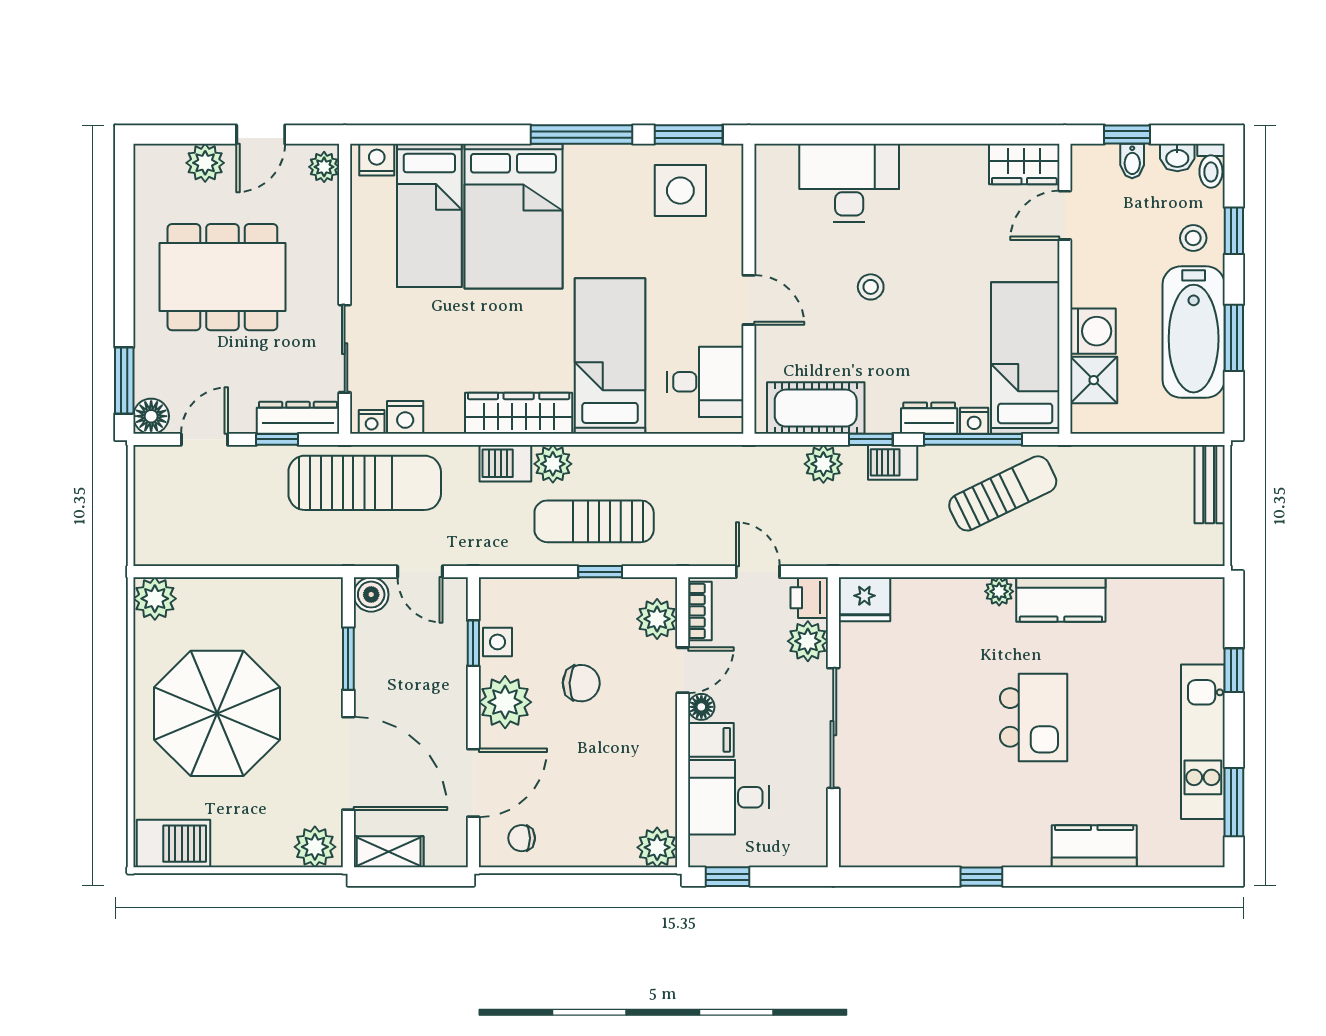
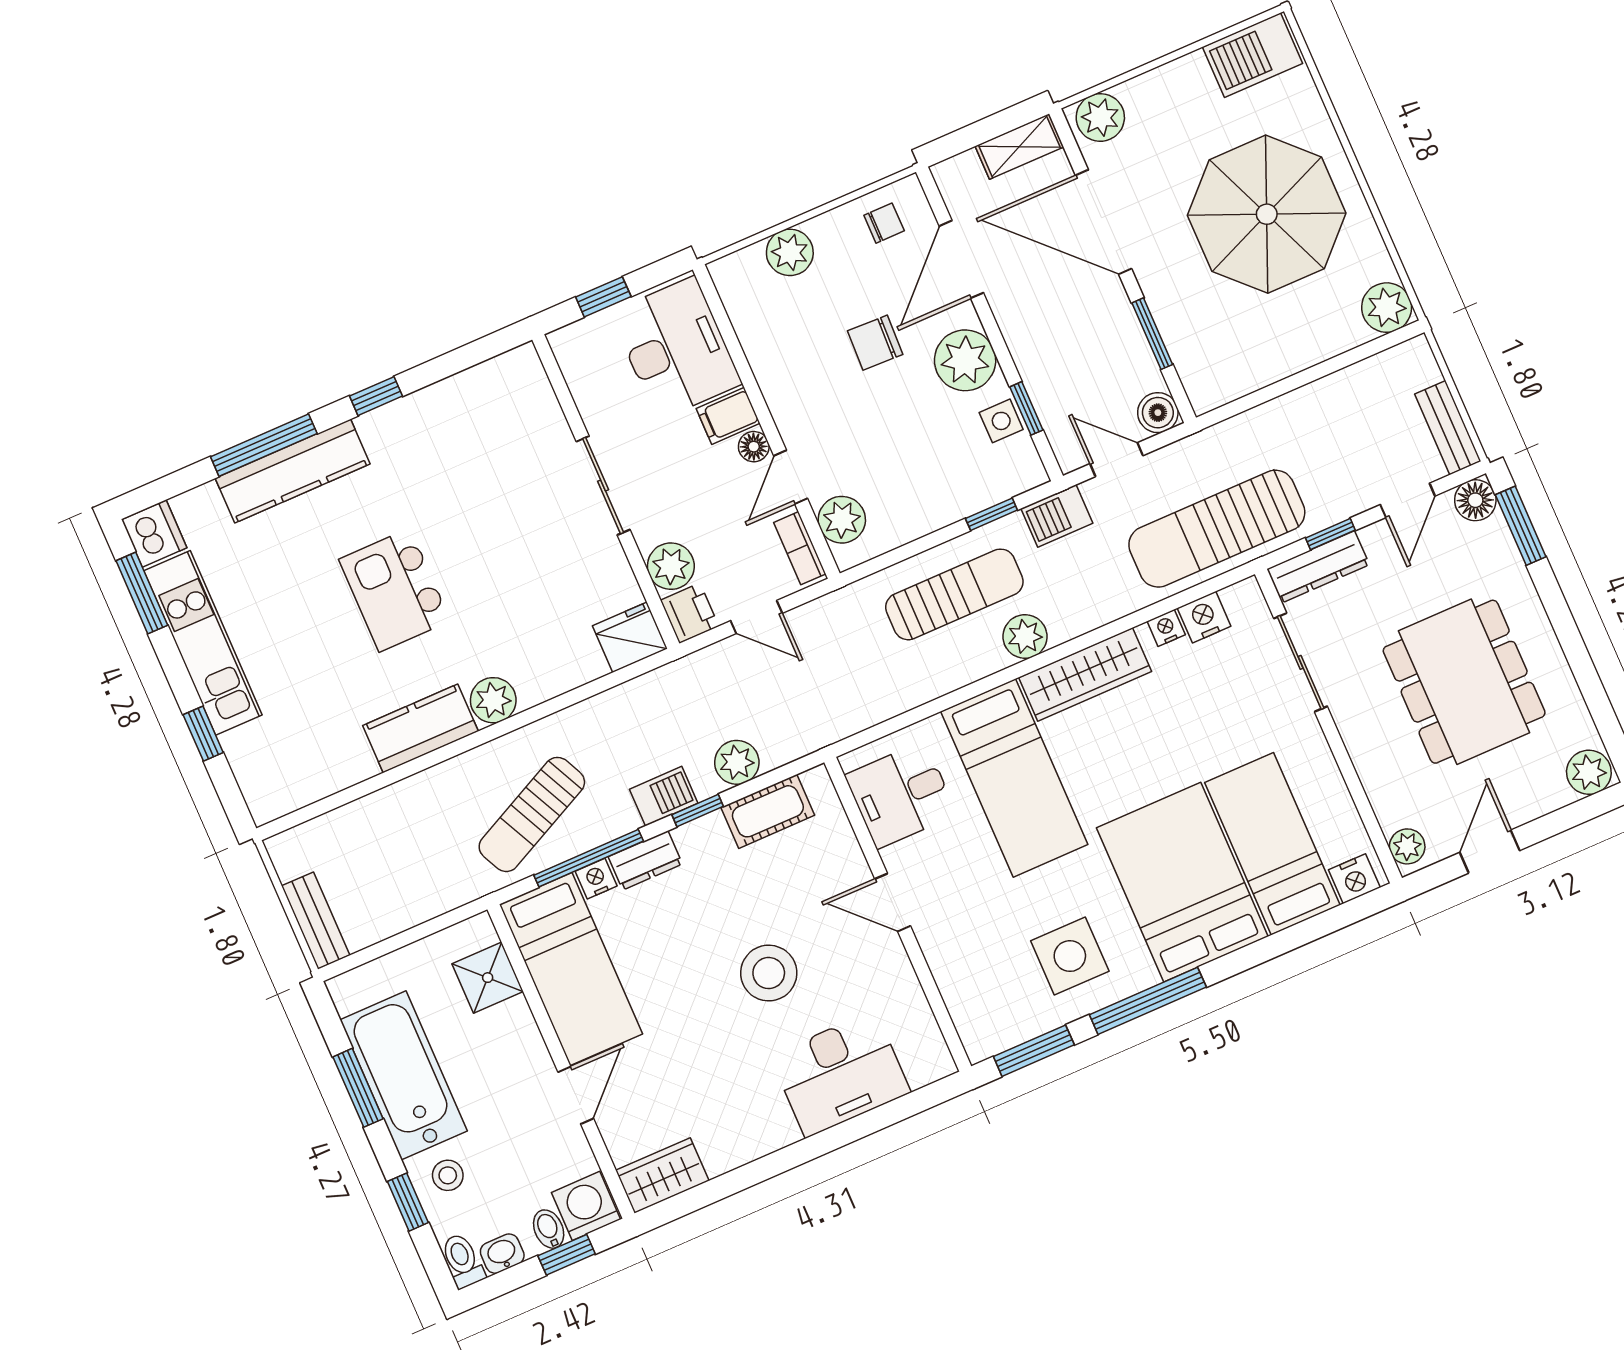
plant: (205, 163) -> (1589, 772), moved
side table: (680, 191) -> (1070, 956), moved
door: (1065, 215) -> (576, 1095), moved
dining table: (222, 277) -> (1464, 682), turned 90
stool: (871, 287) -> (769, 973), width x1.89, depth x1.89
washing machine: (1093, 331) -> (586, 1206), moved, turned 90
cot: (816, 408) -> (768, 811), width x0.73, depth x0.75
nightstand: (372, 422) -> (1166, 628), moved
barbecue: (505, 463) -> (1057, 516), moved, turned 180
bench: (148, 483) -> (1448, 428), added
window: (600, 572) -> (991, 514), moved
plant: (999, 591) -> (493, 700), width x1.38, depth x1.38
chair: (581, 683) -> (875, 343), moved
sliding door: (833, 728) -> (603, 486), width x0.73
desk: (729, 797) -> (676, 348), width x1.37
dishwasher: (1204, 845) -> (154, 534), added
kitchen counter: (1094, 846) -> (293, 471), width x1.50
plant: (657, 847) -> (790, 252), moved
window: (728, 877) -> (603, 297), moved
window: (1087, 877) -> (264, 445), added

